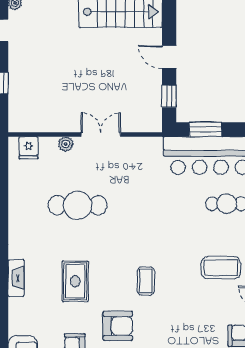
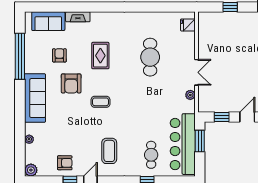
plant: (66, 144) -> (190, 95), moved
fireplace: (16, 278) -> (78, 17), moved
rug: (75, 281) -> (100, 56), turned 90

